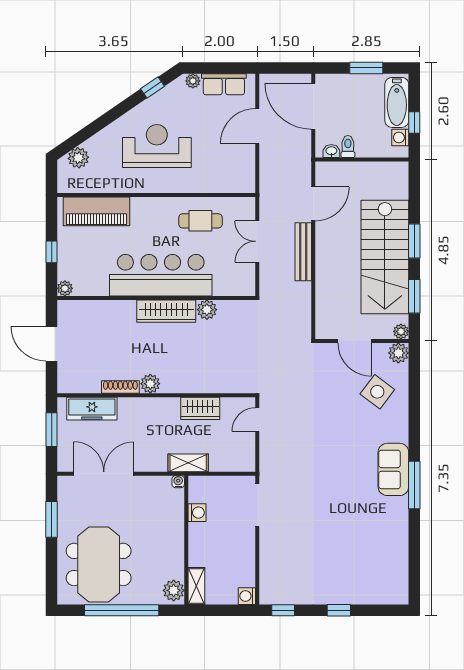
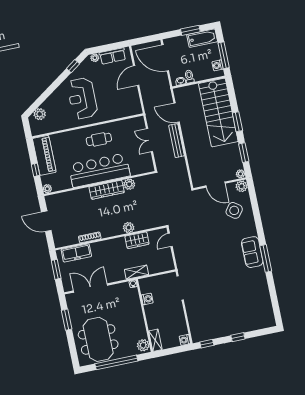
bathtub: (397, 102) -> (202, 38), moved, turned -90
window: (414, 123) -> (224, 55), width x2.17
reception desk: (157, 146) -> (82, 98), turned -90
door: (313, 204) -> (177, 113), swing flipped
piano: (97, 211) -> (44, 155), moved, turned -90
cafe table: (200, 221) -> (99, 139), moved
stairs: (385, 257) -> (218, 112), moved
plant: (150, 384) -> (129, 228), moved

